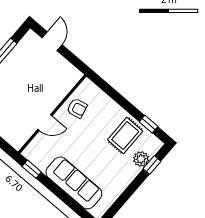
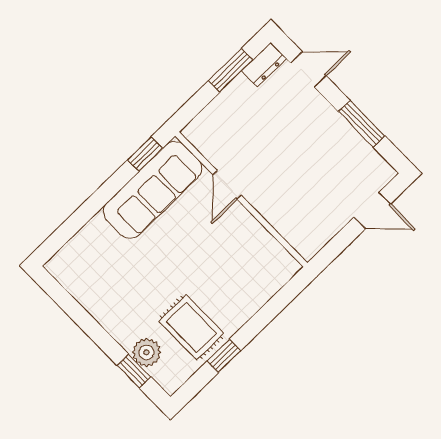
armchair: (77, 108) -> (248, 245), removed
window: (148, 124) -> (224, 356), moved
sofa: (74, 183) -> (153, 190), moved

